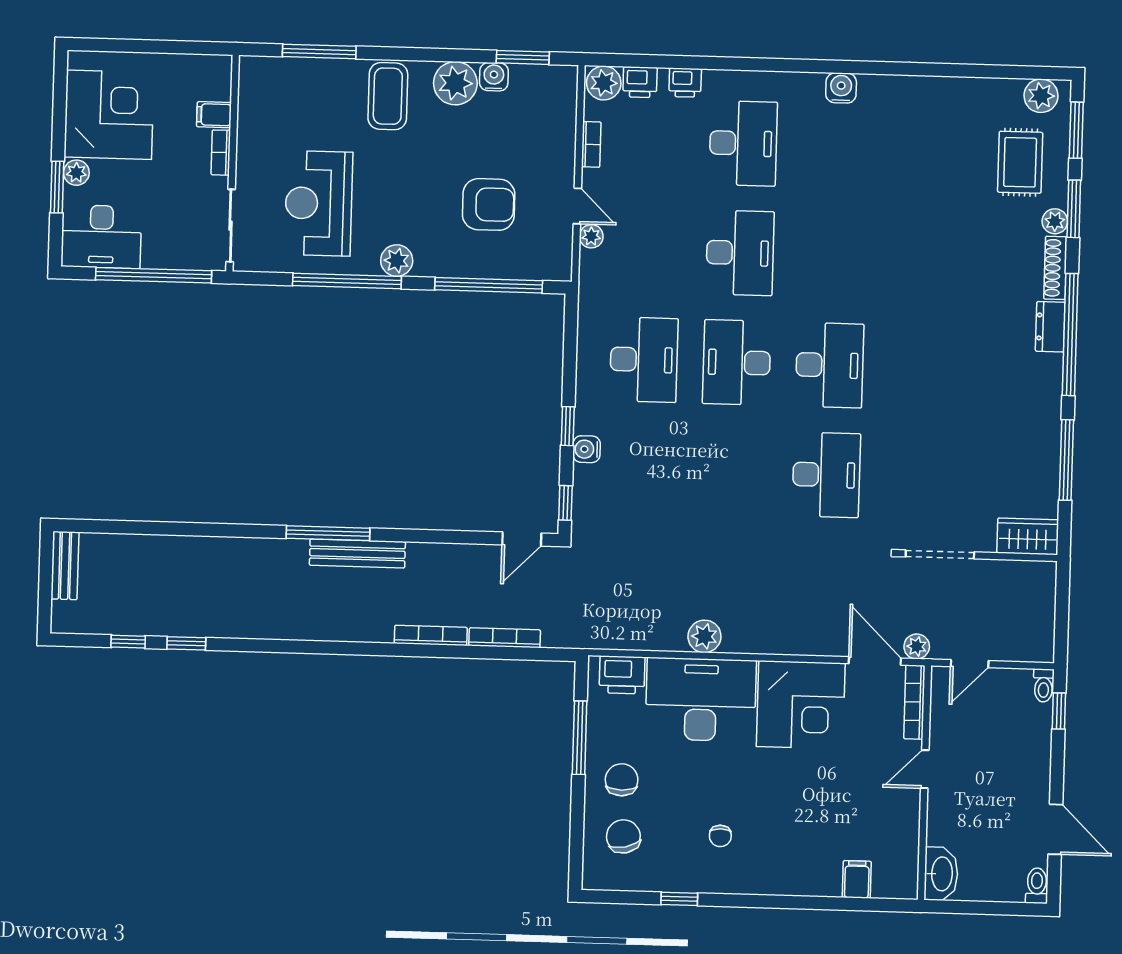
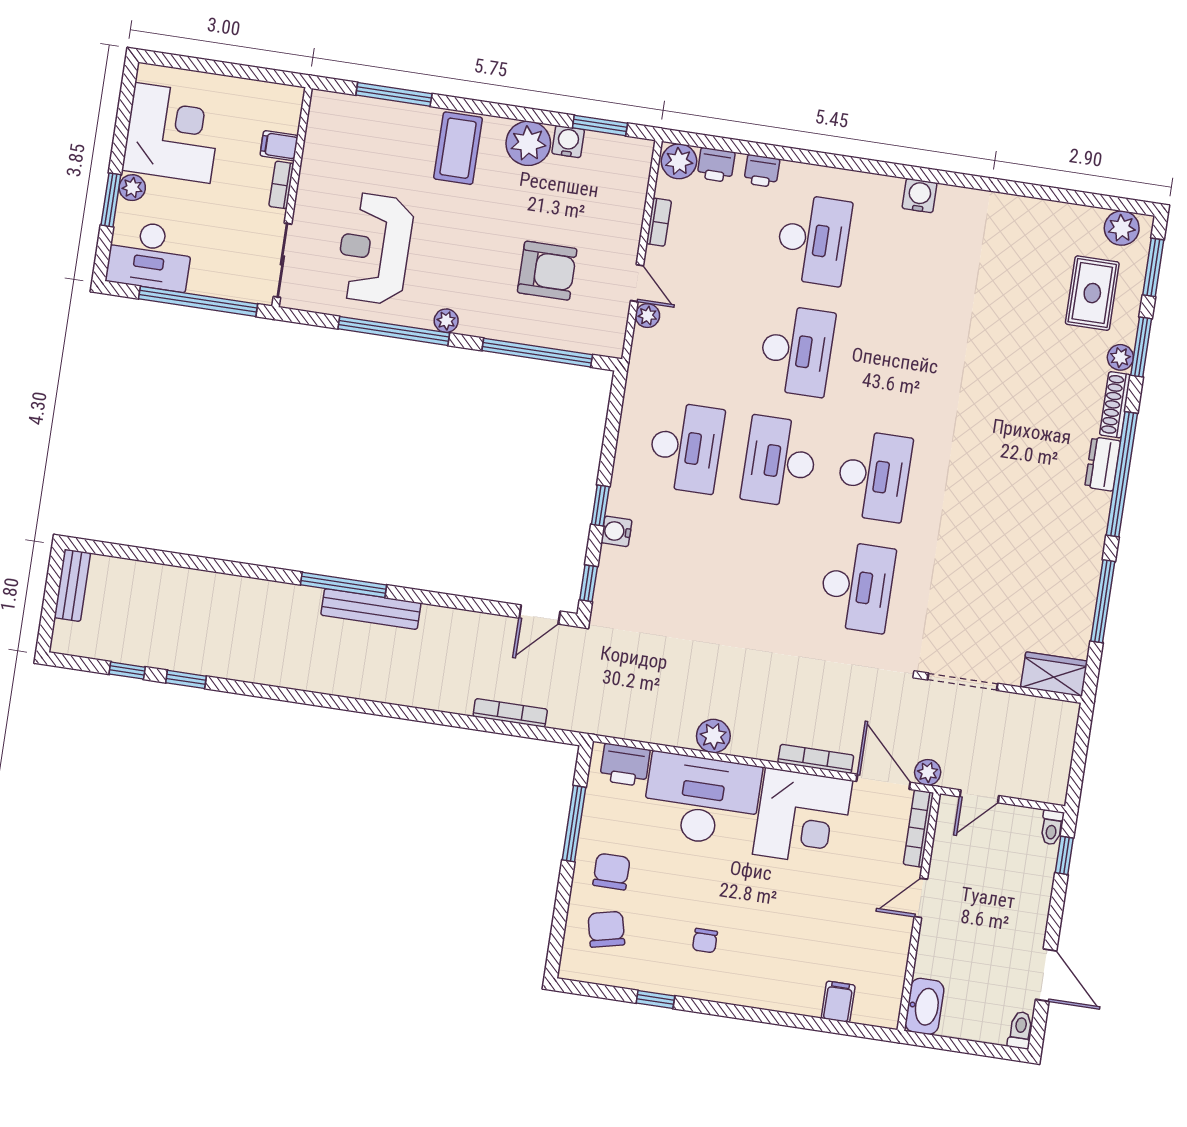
plant: (397, 261) -> (446, 321), width x0.73, depth x0.73
bookcase: (431, 635) -> (816, 759), moved

